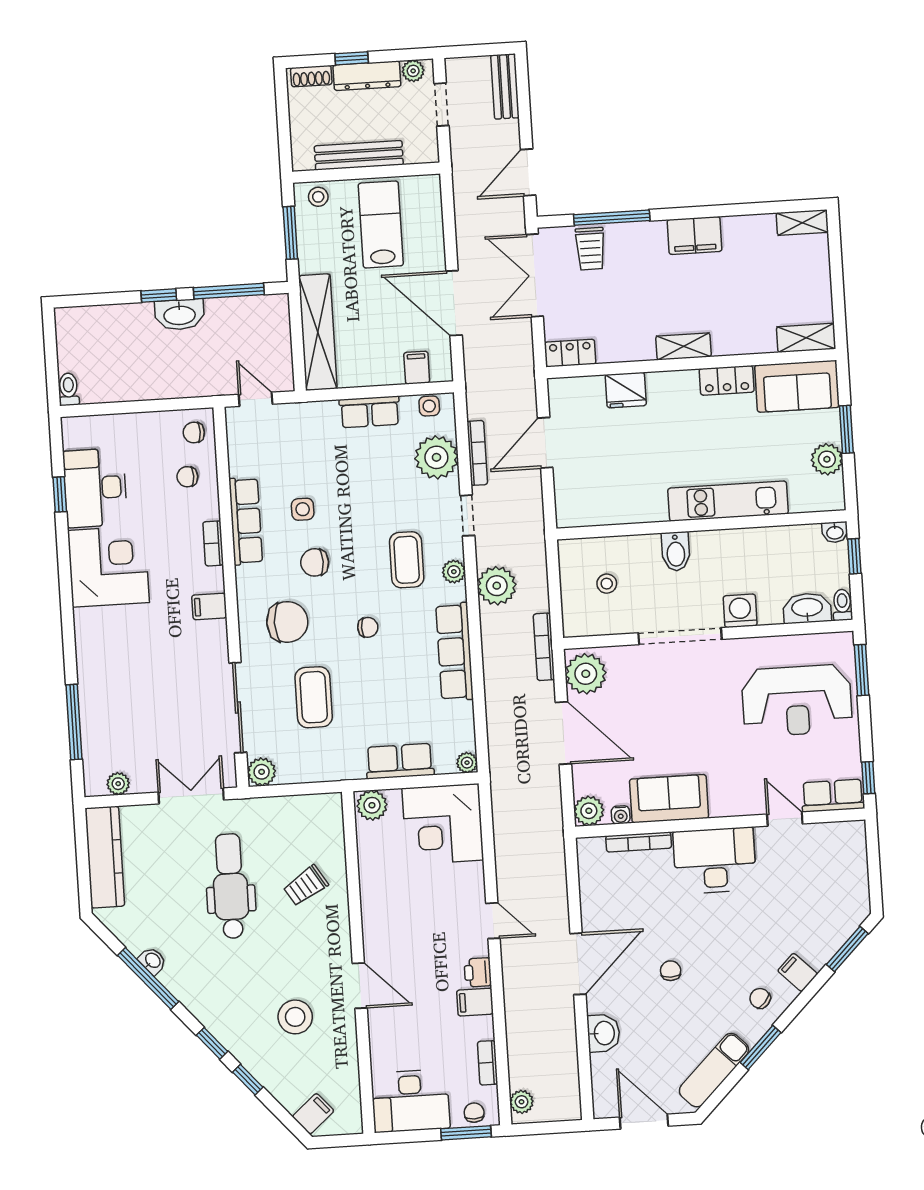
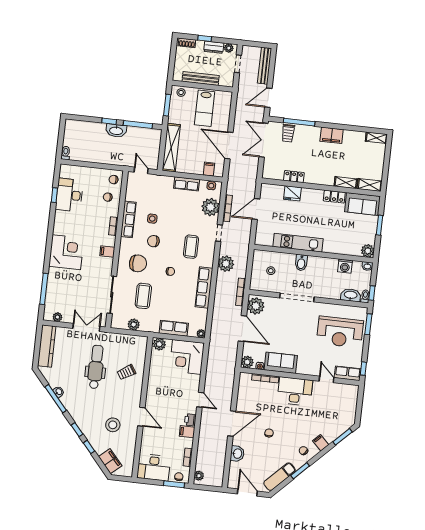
dresser: (367, 76) -> (214, 47), width x0.70
bench: (505, 87) -> (265, 66), width x1.36
lab bench: (381, 224) -> (205, 108), turned 180
shelving: (683, 346) -> (346, 183), moved
locker: (570, 353) -> (294, 177), moved
plant: (827, 459) -> (368, 251), moved
kitchen unit: (728, 501) -> (298, 243), moved
window: (854, 556) -> (372, 293), moved
corner desk: (108, 566) -> (66, 252), moved
plant: (454, 572) -> (209, 255), removed
washing machine: (740, 611) -> (345, 266), moved, turned 180
plant: (262, 772) -> (134, 324), moved
filing cabinet: (313, 1114) -> (110, 461), width x2.00

